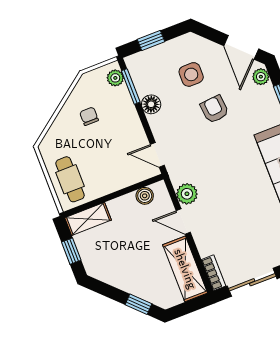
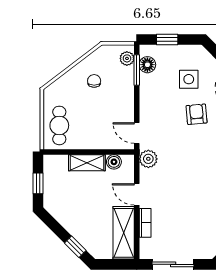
floor lamp: (151, 104) -> (147, 65), moved
plant: (187, 194) -> (148, 159), moved
shelving: (88, 219) -> (87, 163), moved
bookcase: (213, 273) -> (145, 223), moved

